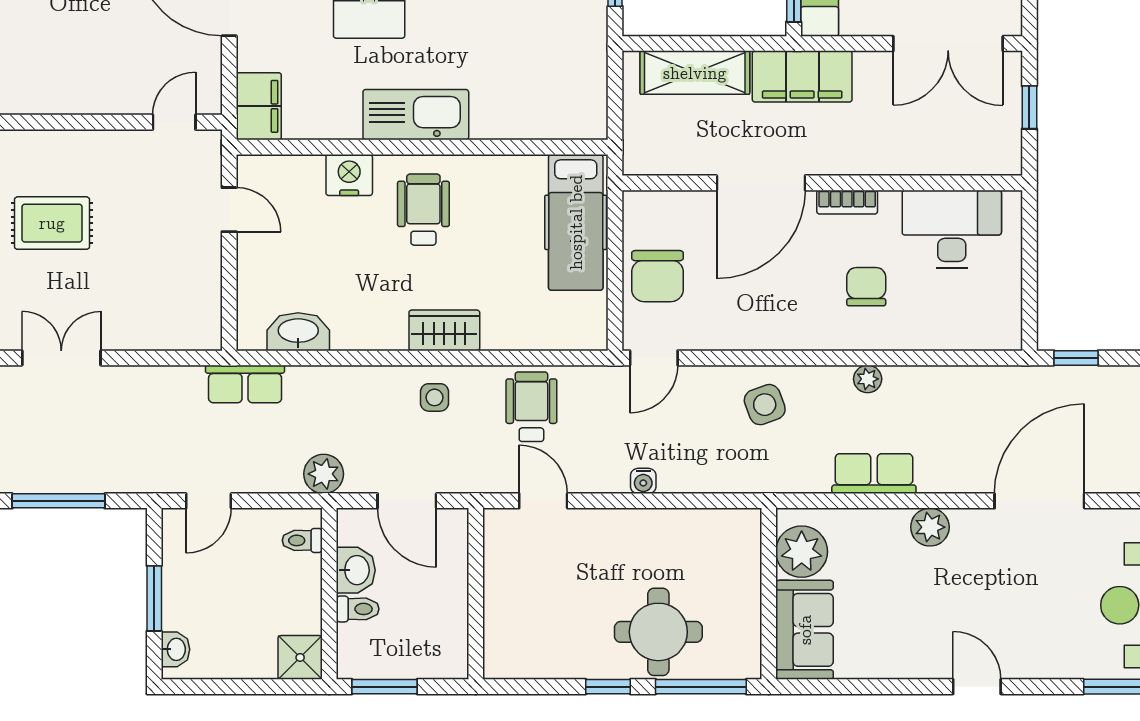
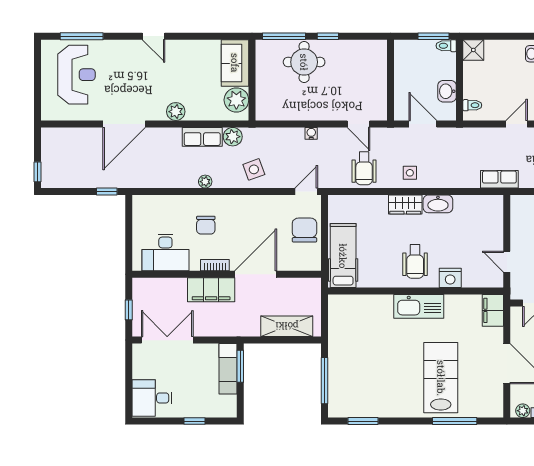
filing cabinet: (802, 76) -> (211, 290), moved, turned 180
washbasin: (298, 332) -> (438, 204), moved
plant: (324, 474) -> (233, 137), moved
toilet: (358, 609) -> (446, 46), moved

